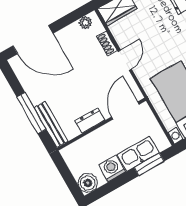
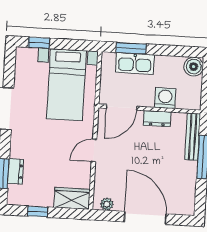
door: (33, 40) -> (145, 218), moved
shoe rack: (107, 43) -> (100, 175), removed
washing machine: (112, 169) -> (165, 98), moved, turned 180

